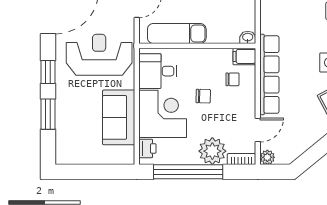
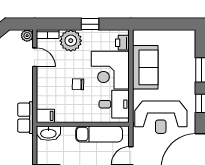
washbasin: (248, 37) -> (48, 133), width x1.91, depth x1.45
row of seats: (269, 75) -> (25, 118), width x0.50
chair: (232, 79) -> (55, 98), removed
door: (258, 130) -> (35, 57), swing flipped
window: (188, 172) -> (90, 24), width x0.32

